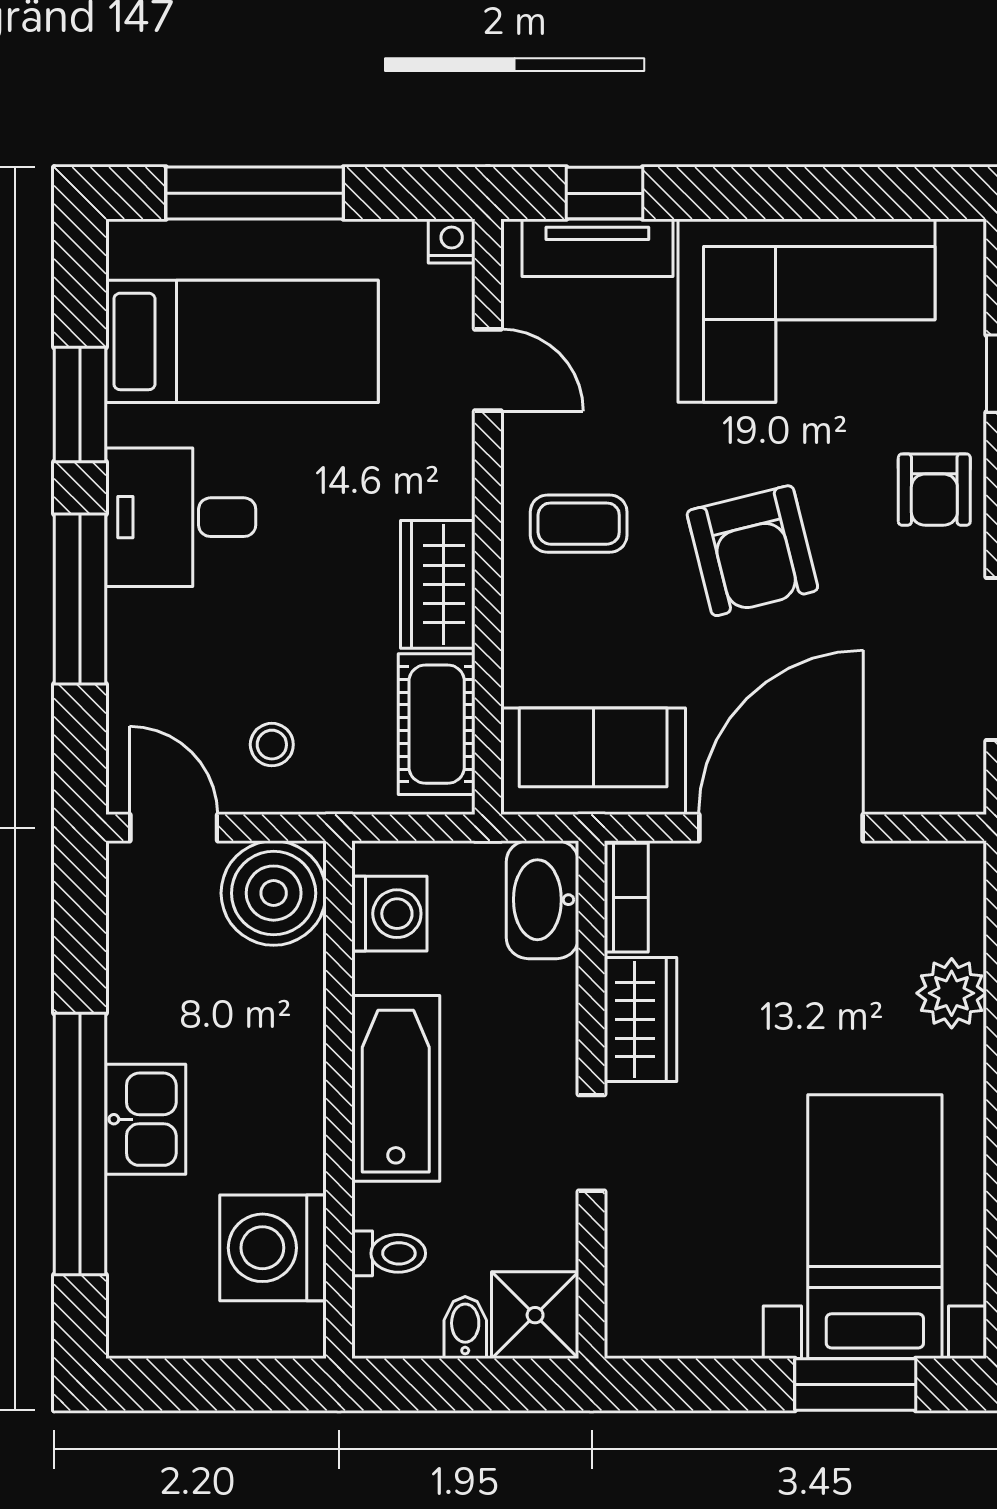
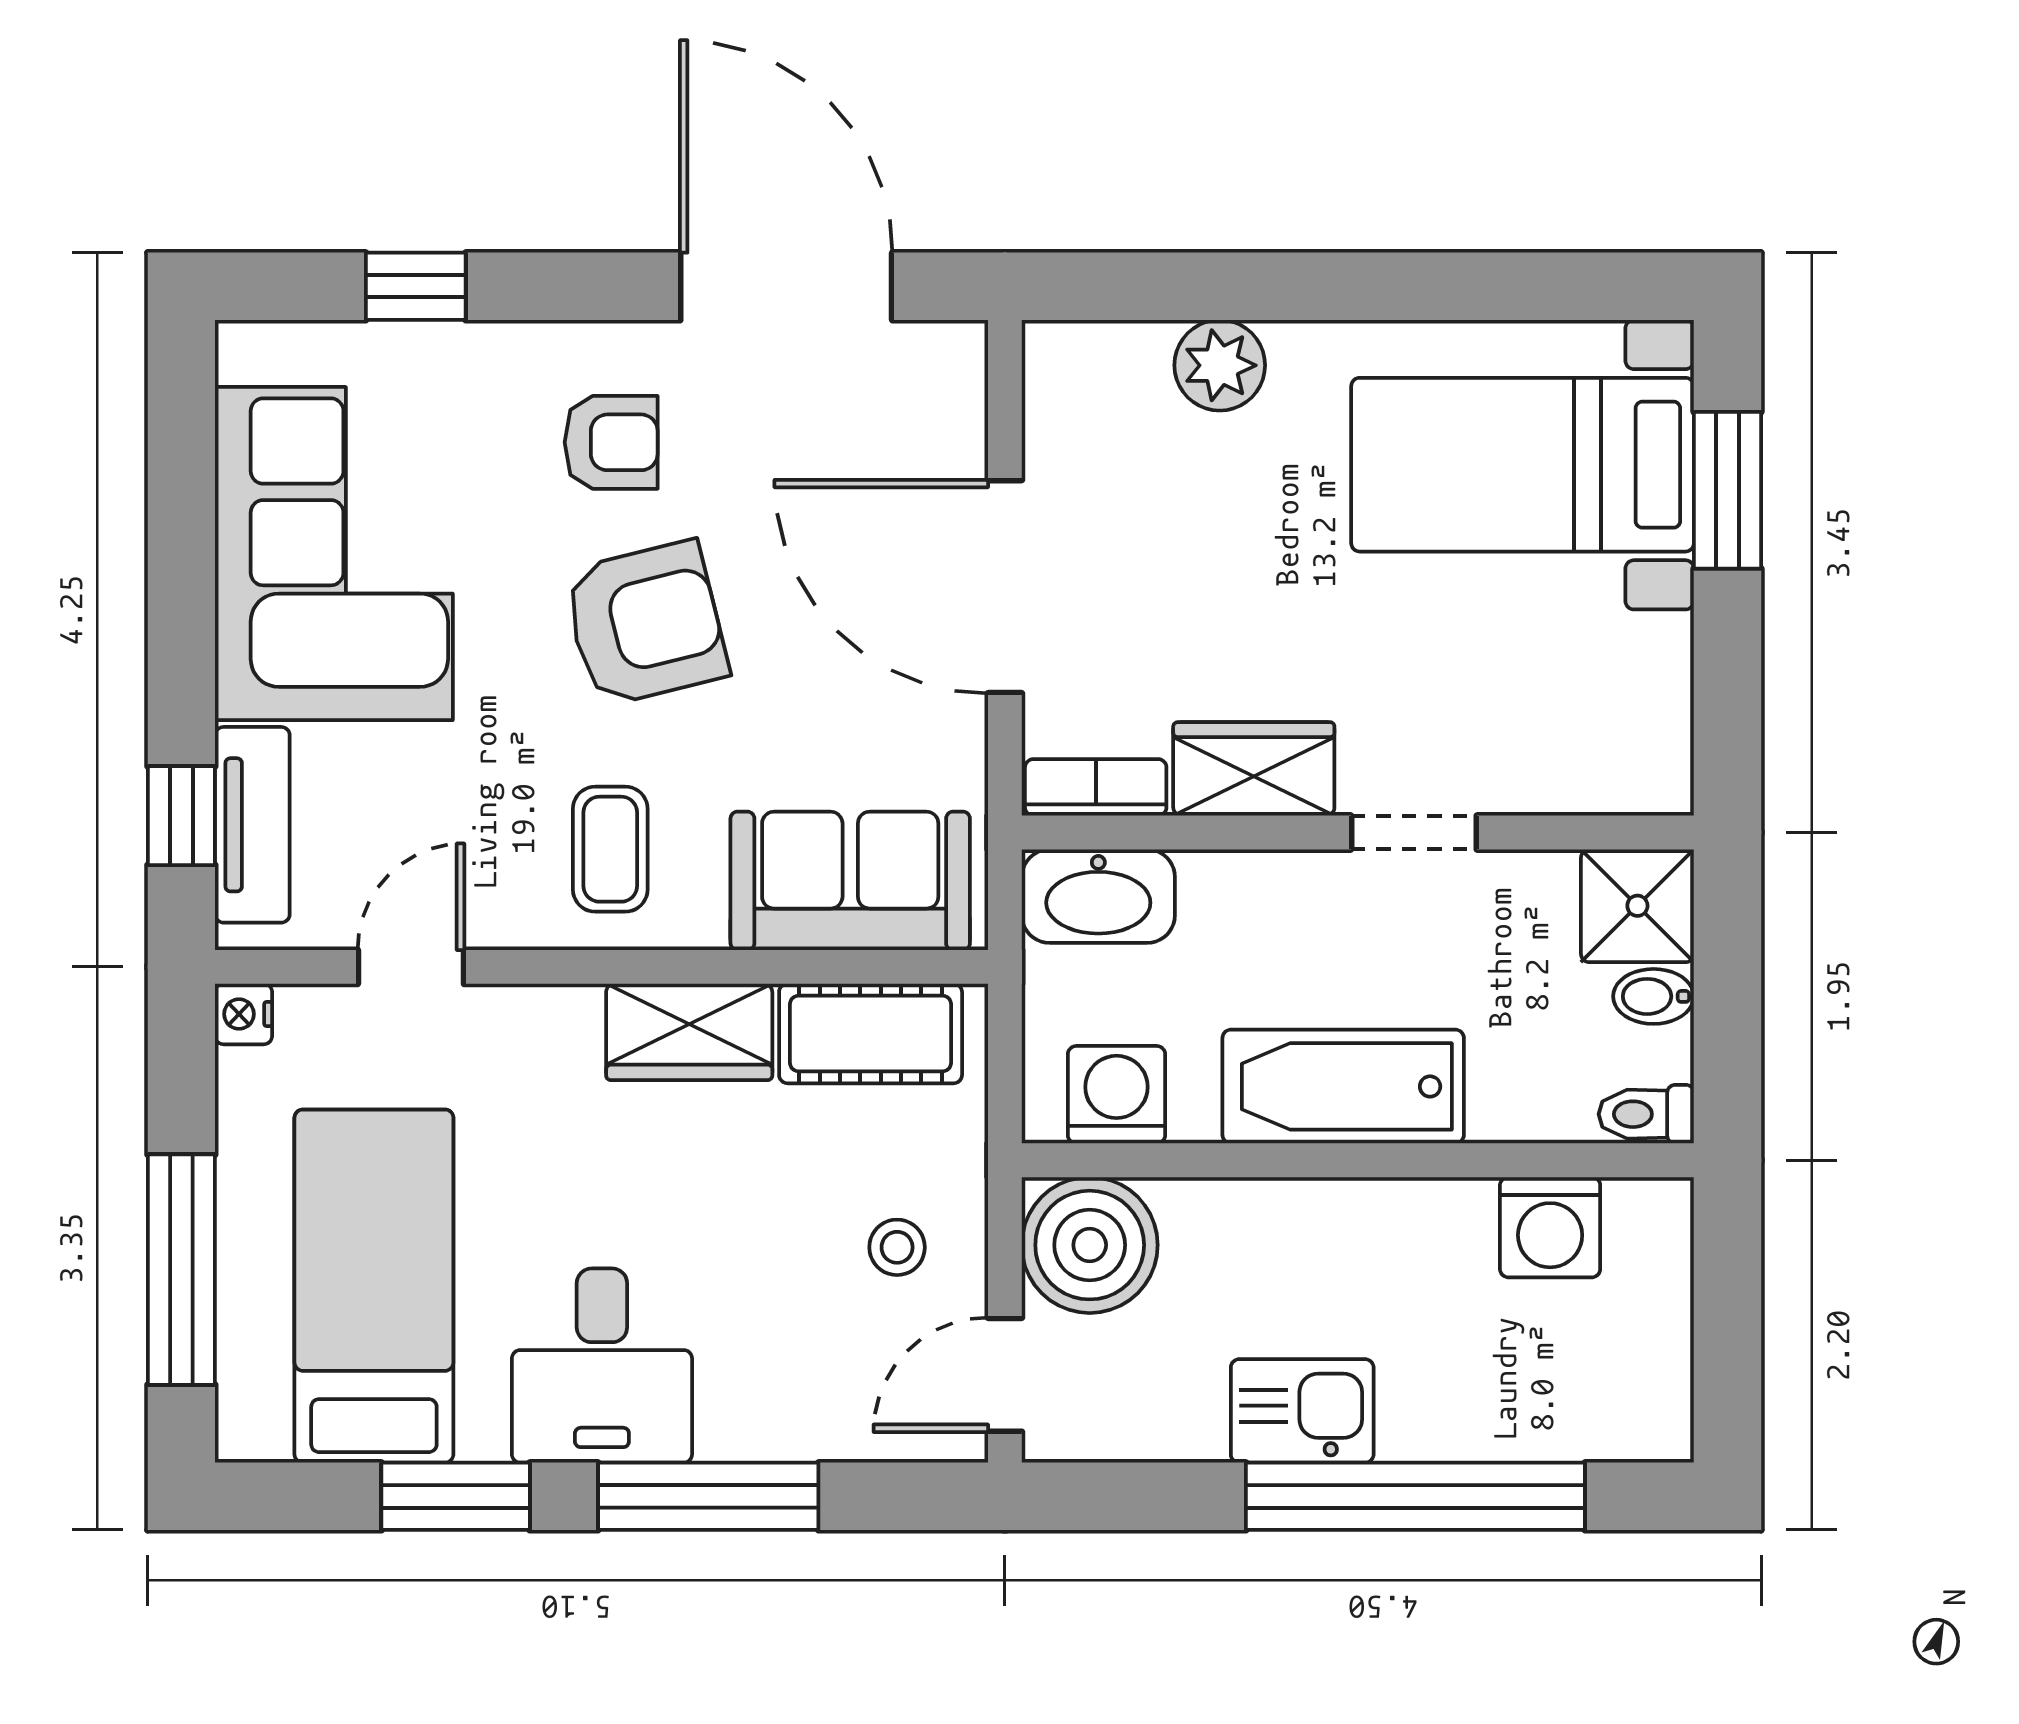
armchair: (934, 490) -> (611, 442), moved
sofa: (593, 761) -> (850, 881), moved, turned 90
kitchen sink: (146, 1119) -> (1302, 1411), moved
washing machine: (273, 1248) -> (1550, 1227), width x0.73, depth x0.73
toilet: (389, 1253) -> (1646, 1114), moved, turned -90

